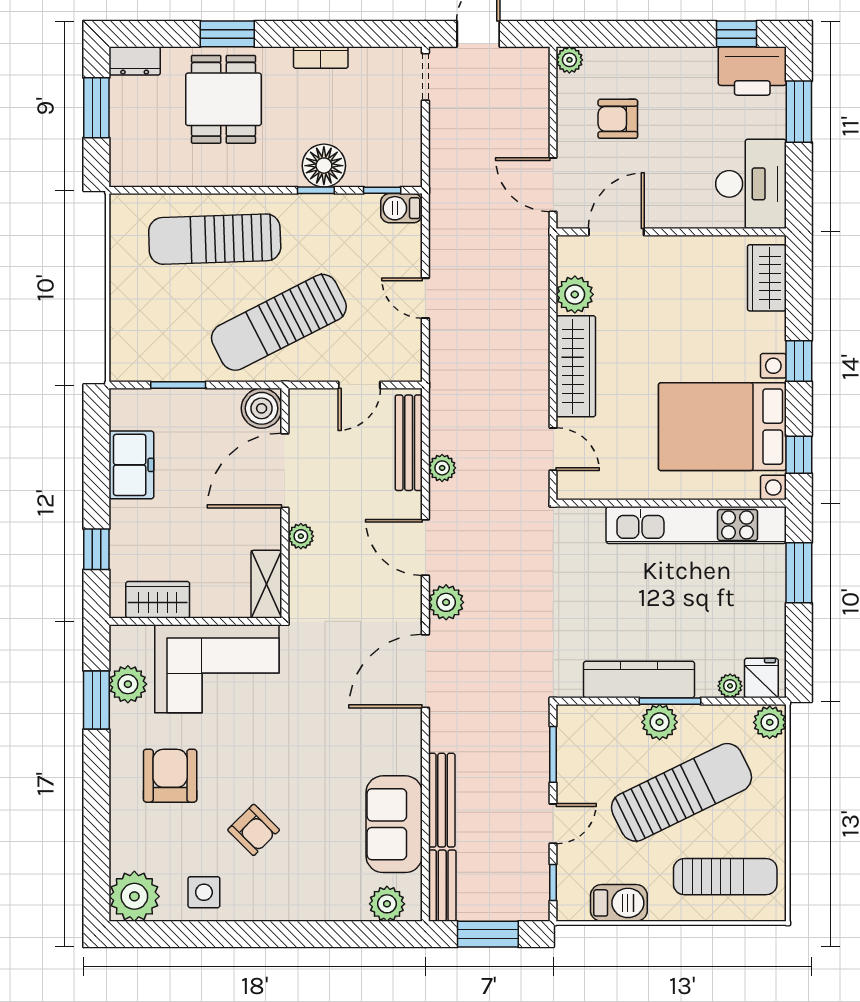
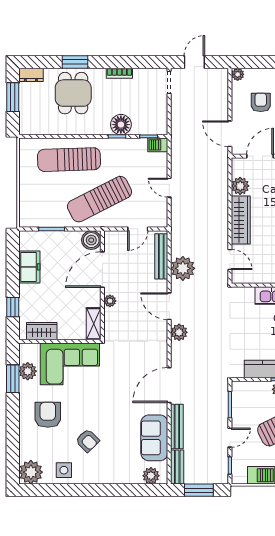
armchair: (618, 119) -> (261, 102), turned 90
plant: (442, 468) -> (183, 268), width x1.87, depth x1.87
door: (425, 671) -> (169, 385), moved

